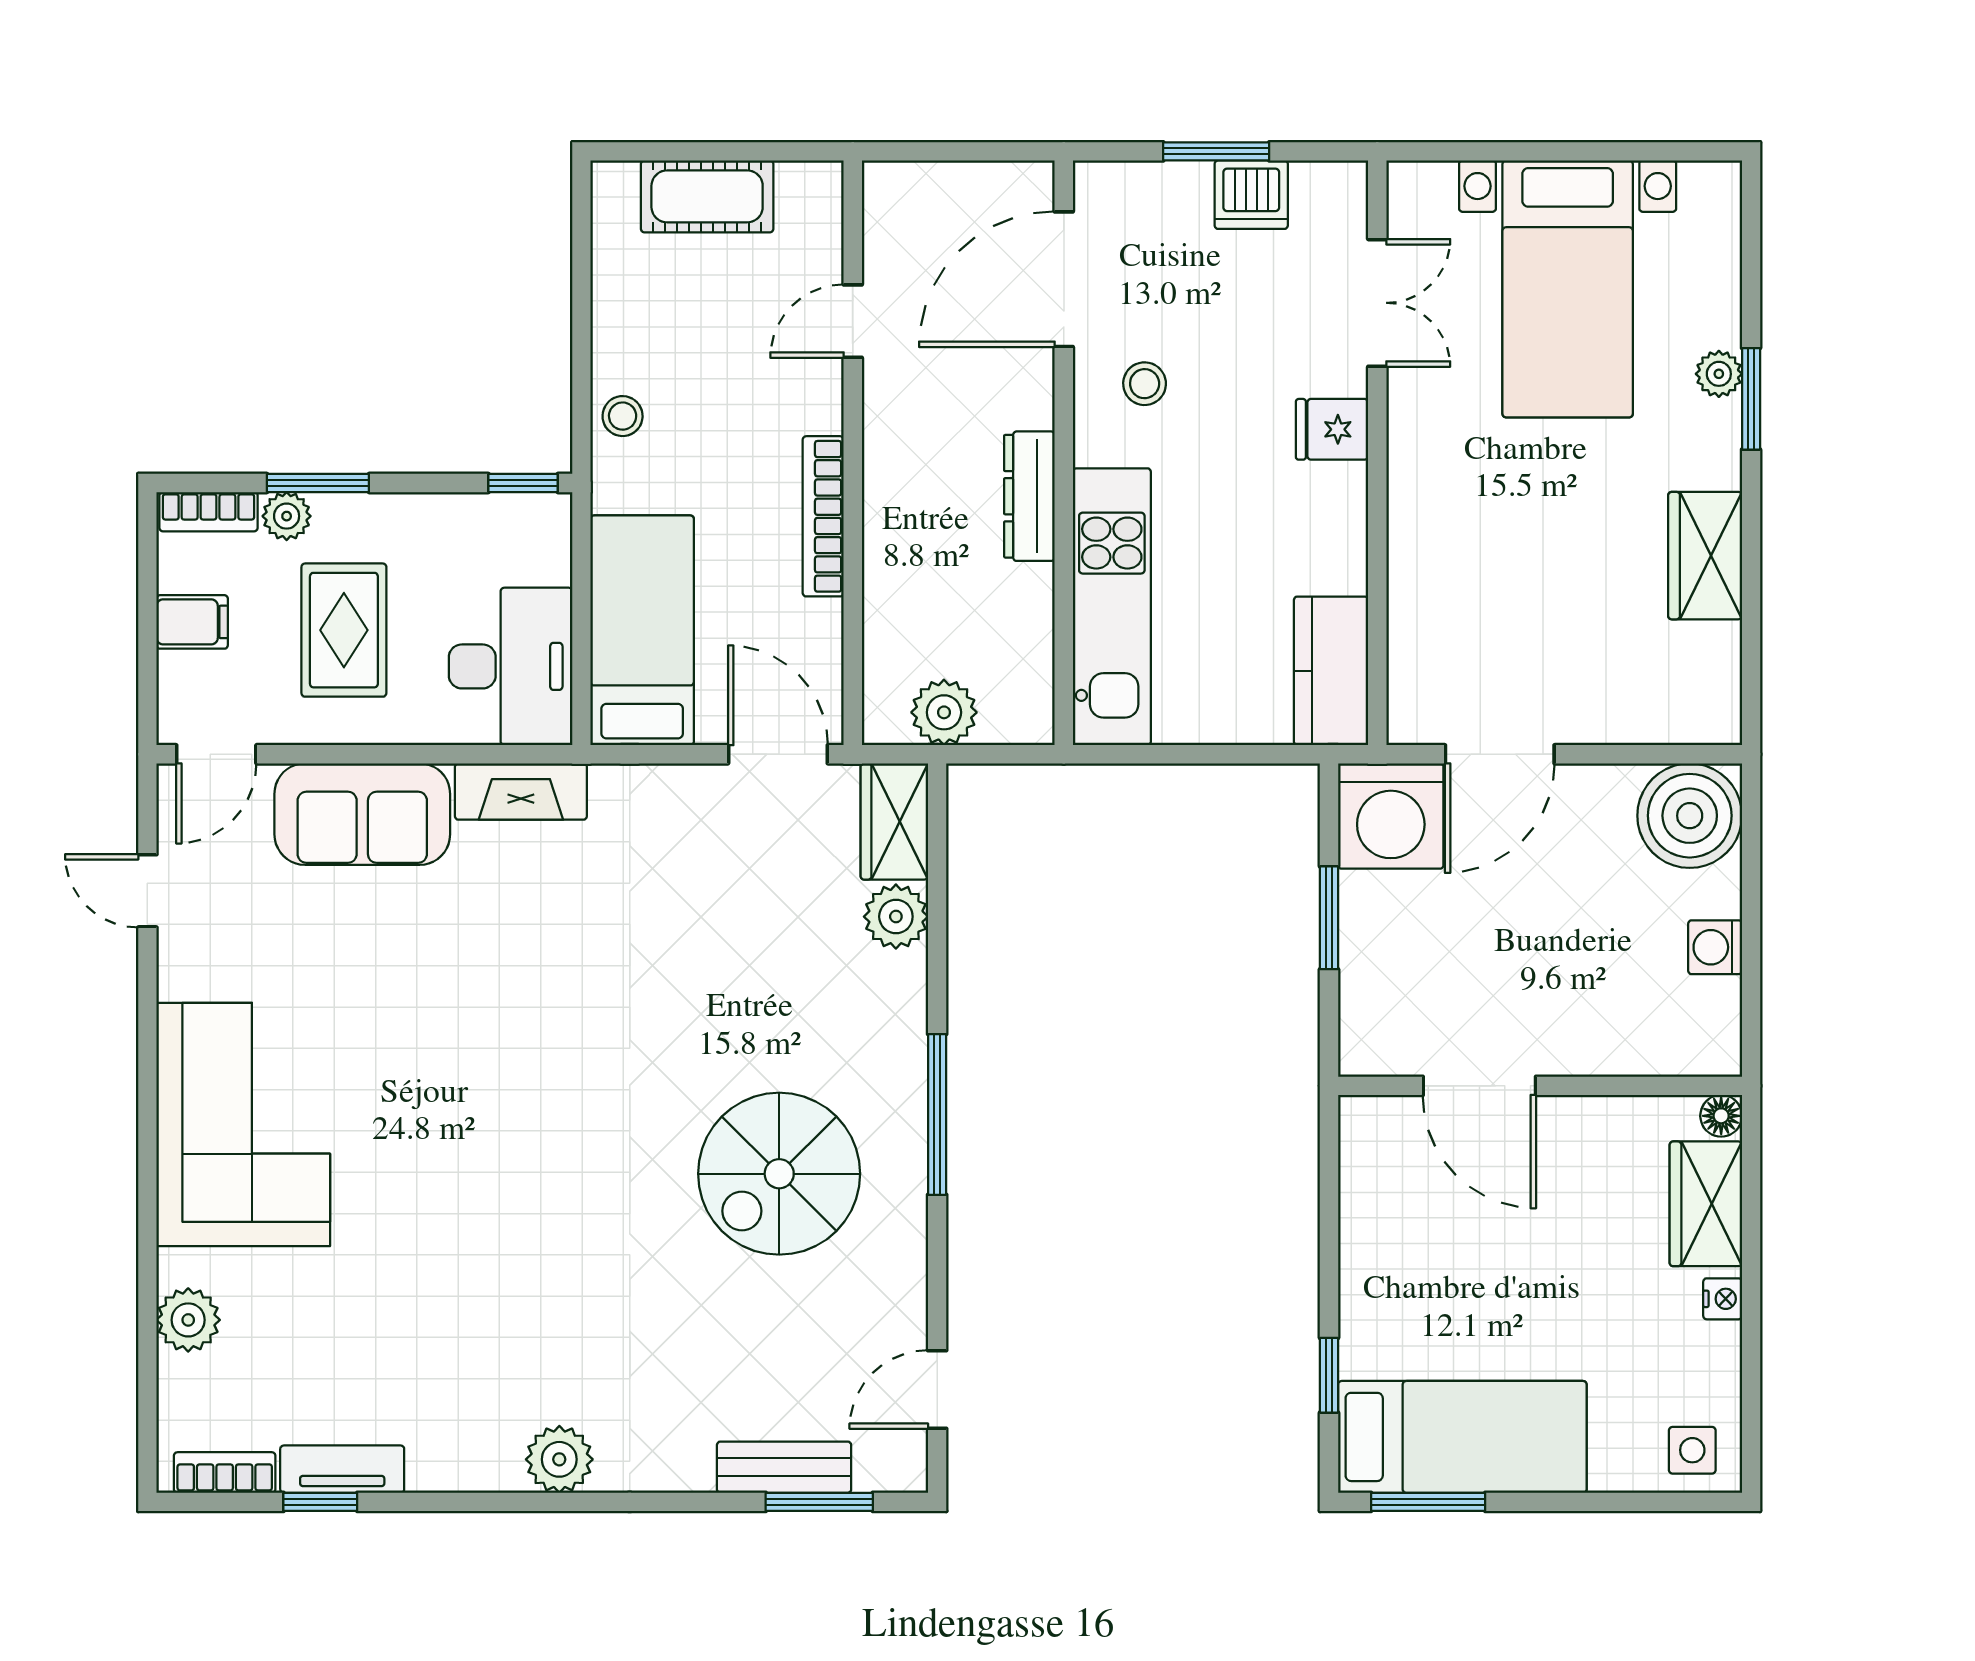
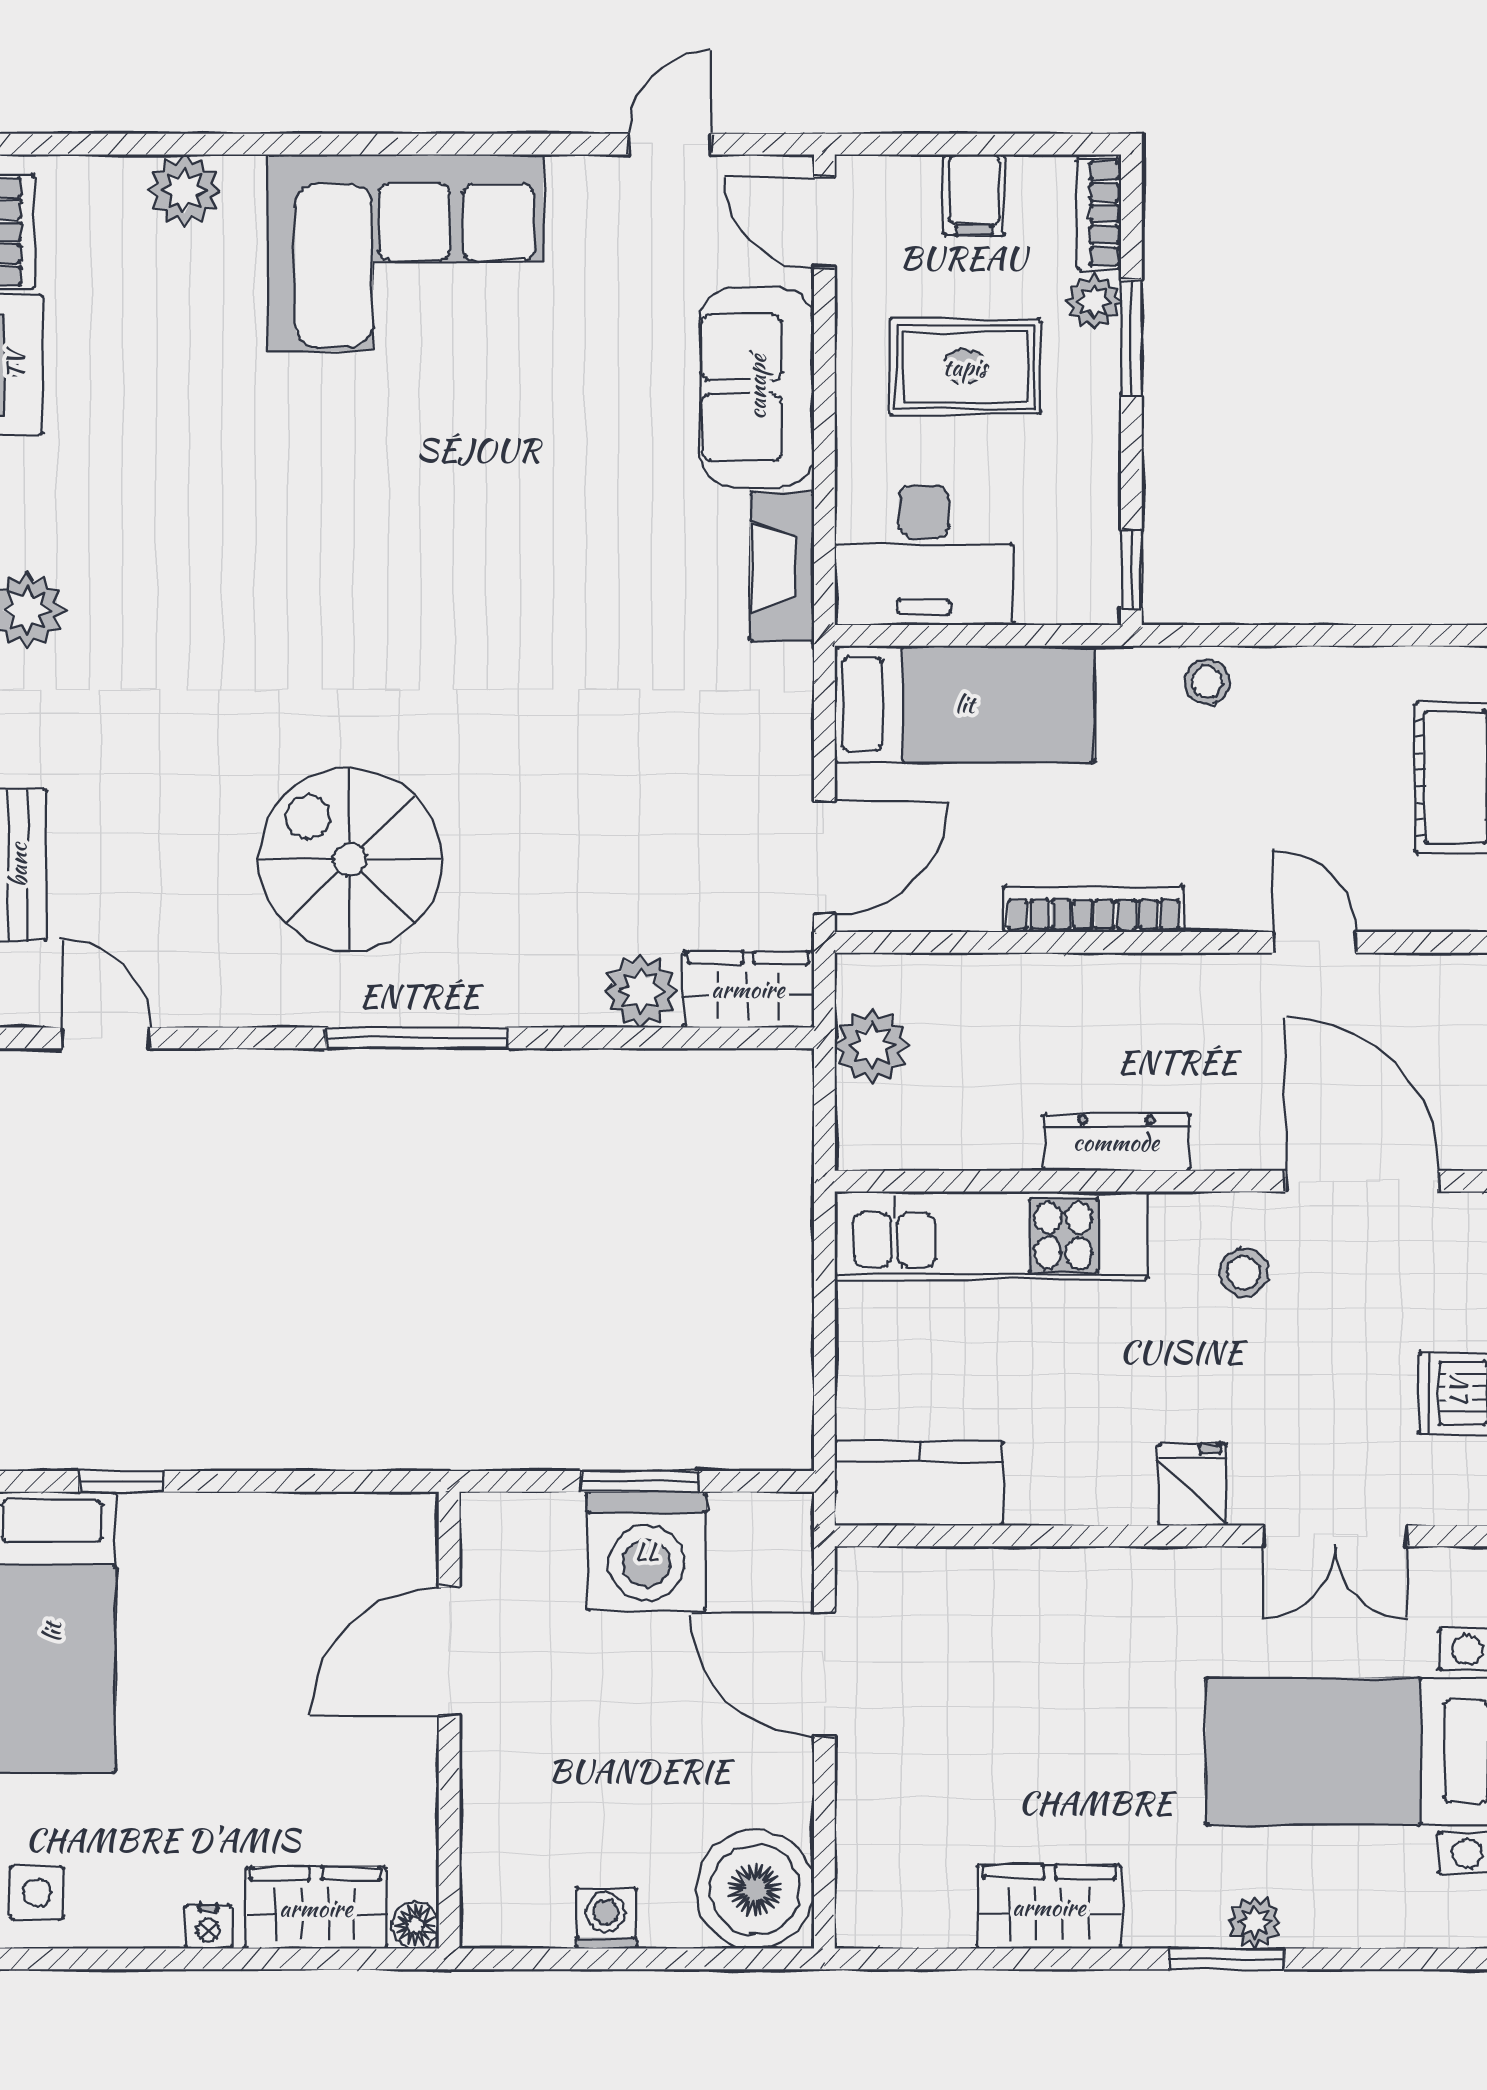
washing machine: (1391, 816) -> (647, 1551), moved, turned -90

